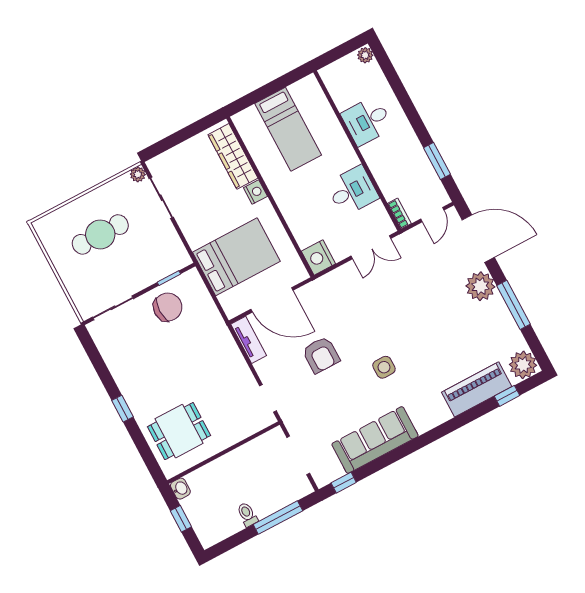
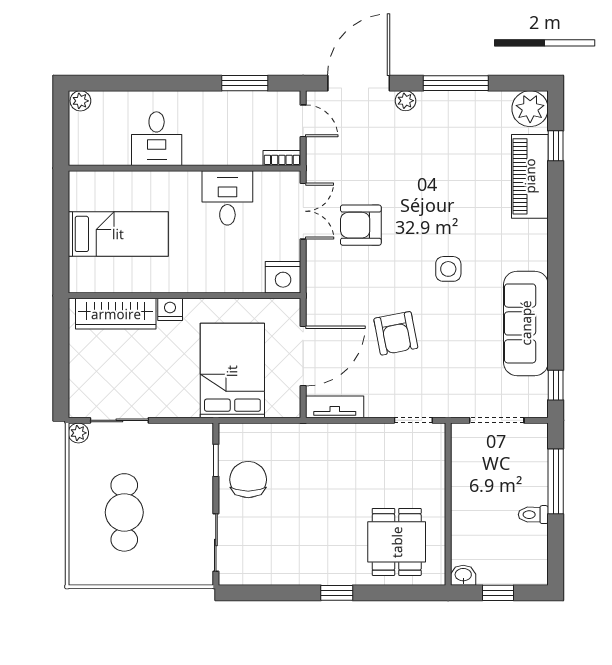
plant: (480, 286) -> (406, 101), width x0.53, depth x0.53
armchair: (382, 292) -> (361, 225), added
armchair: (321, 355) -> (396, 333), turned 79

